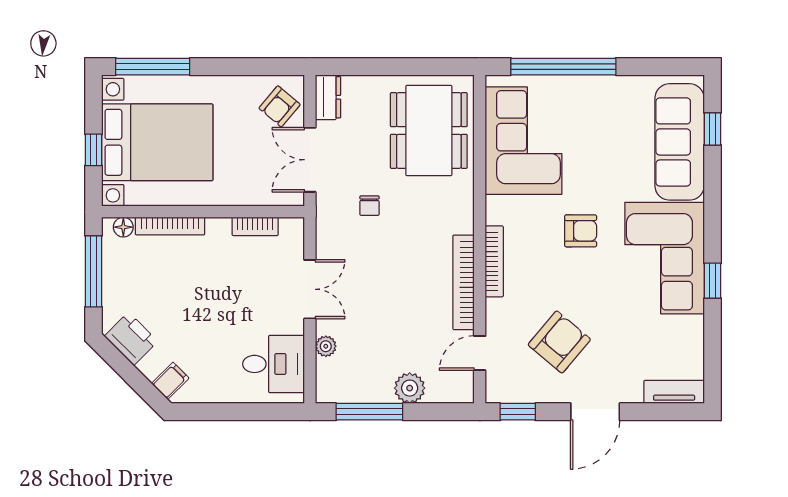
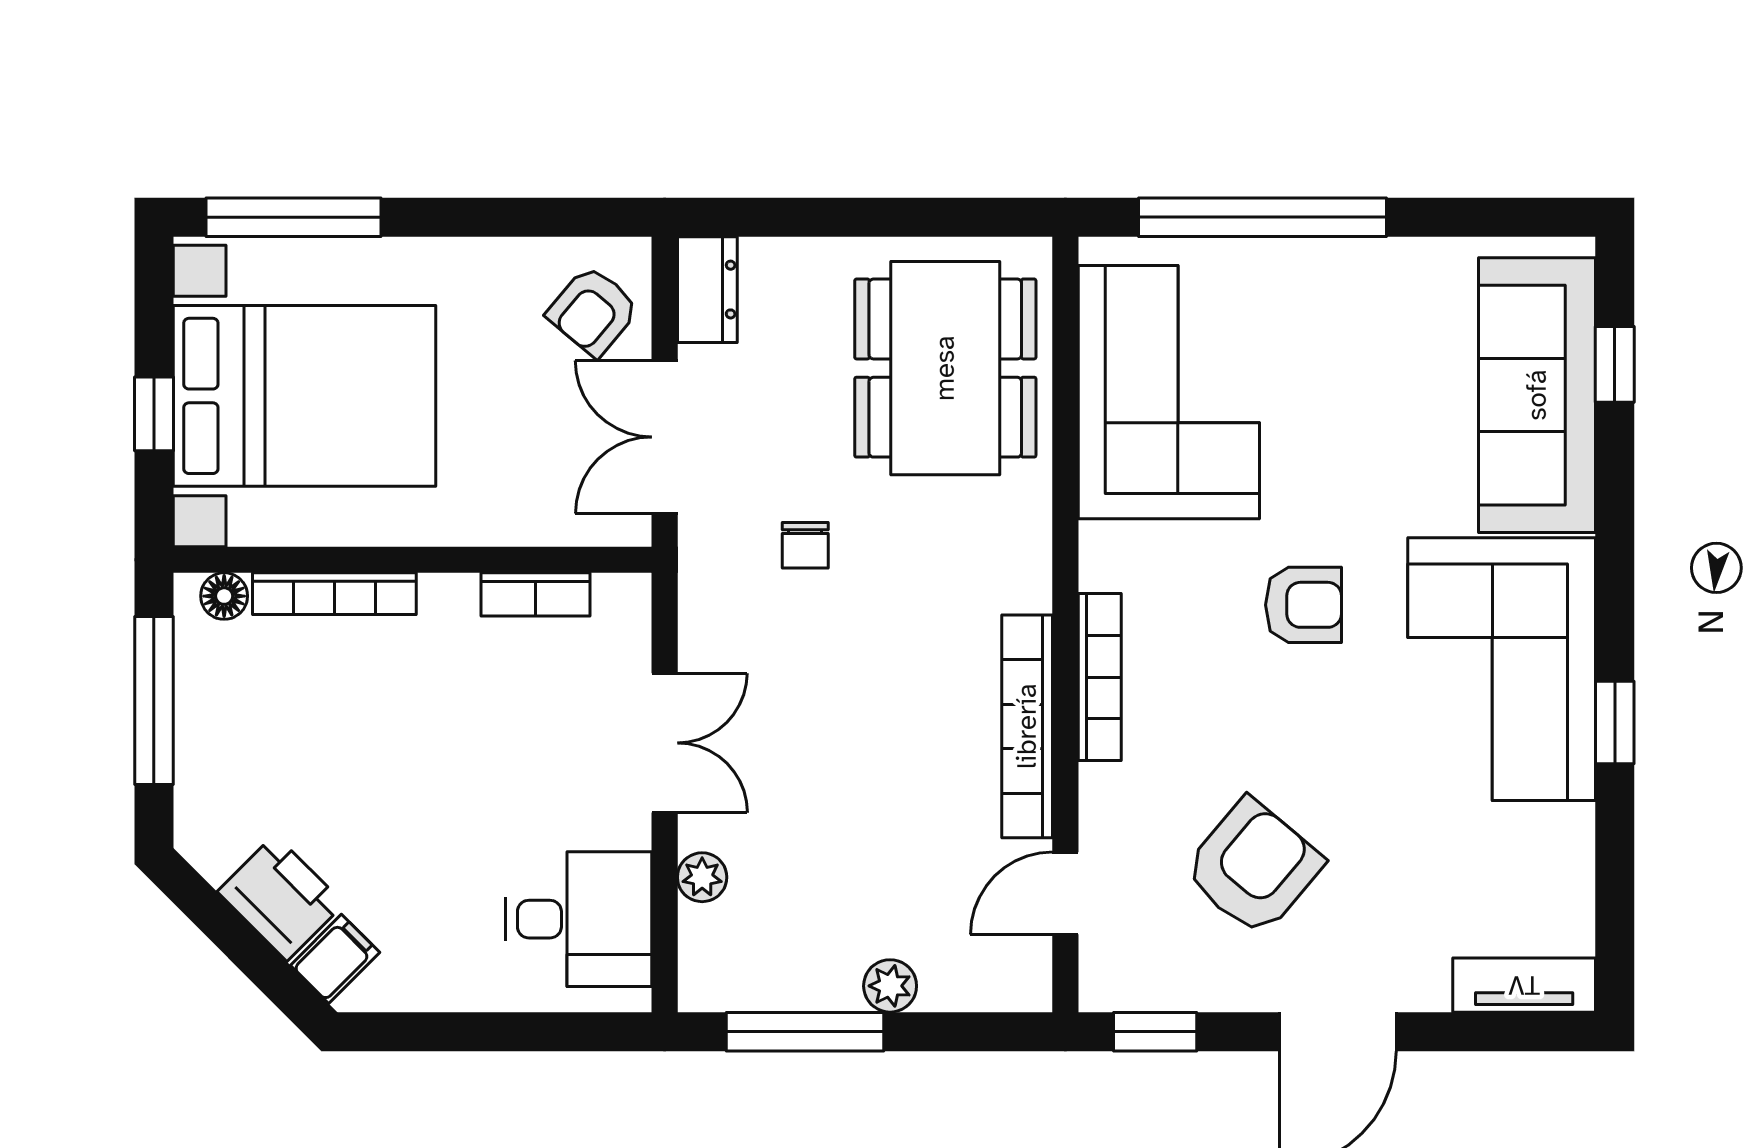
printer: (131, 339) -> (281, 898), moved
plant: (410, 388) -> (890, 986), width x0.73, depth x0.73

